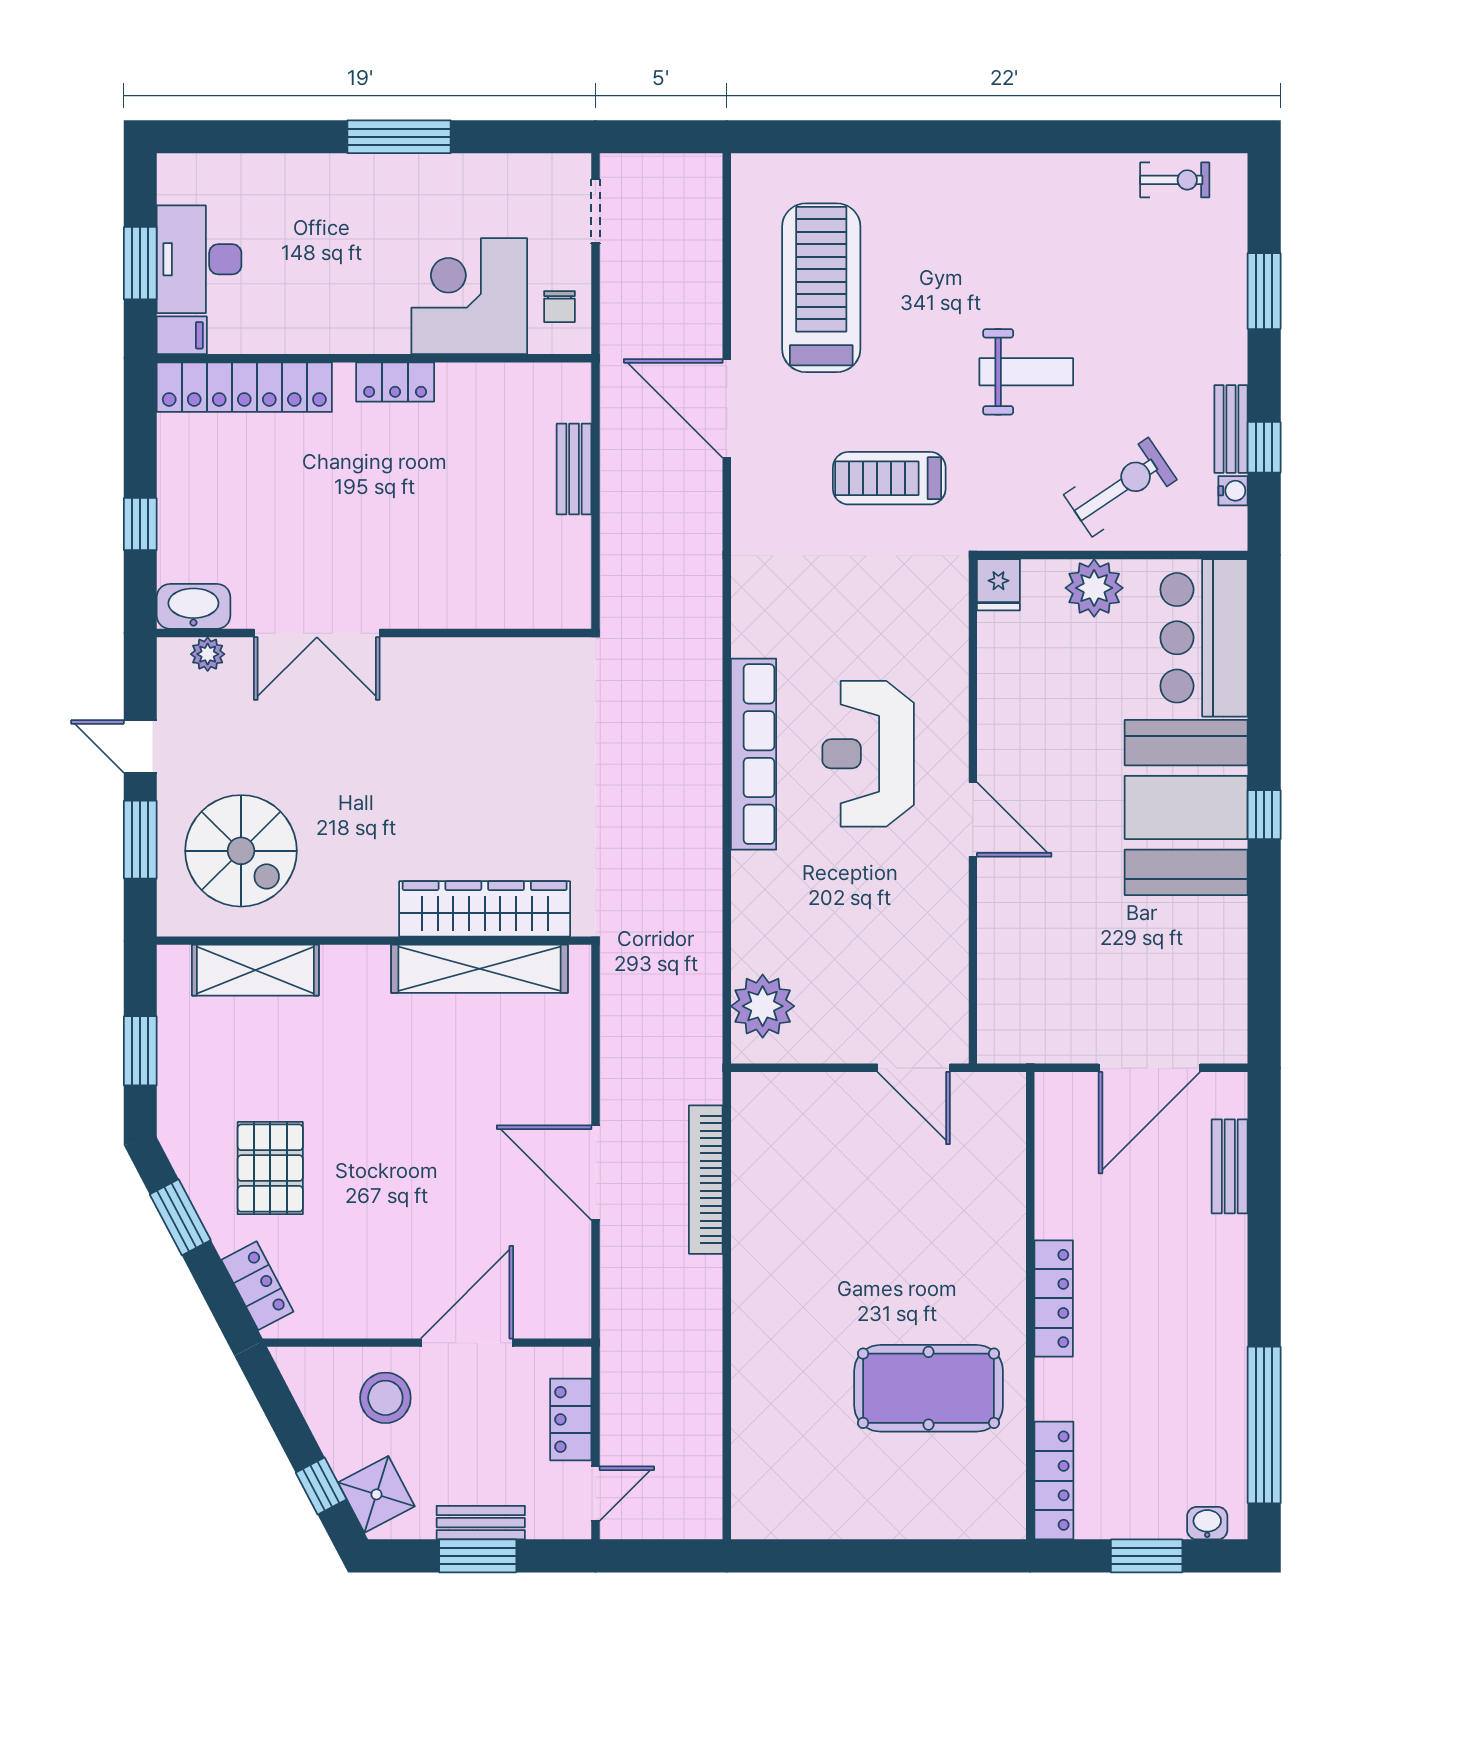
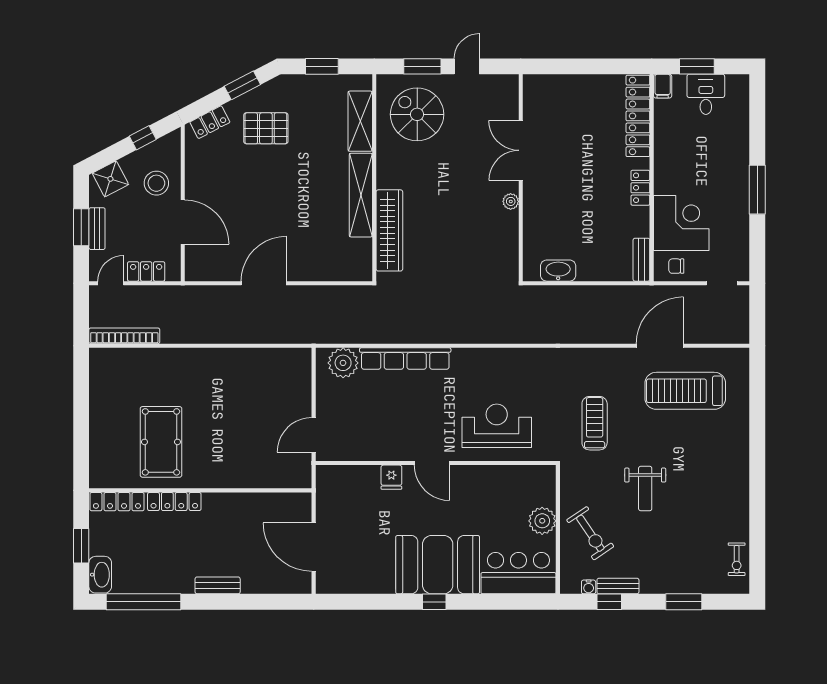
desk: (199, 259) -> (706, 94), width x0.73
treadmill: (821, 288) -> (685, 391), turned 180
door: (727, 409) -> (660, 346), moved
bench: (574, 469) -> (641, 260), moved, turned 90
window: (140, 524) -> (573, 66), removed
fridge: (998, 585) -> (391, 477), moved, turned -90
washbasin: (193, 606) -> (558, 271), moved, turned -90
plant: (208, 654) -> (511, 201), moved
row of seats: (754, 754) -> (405, 359), moved
reception desk: (868, 754) -> (497, 426), moved
door: (973, 819) -> (432, 463), hinge flipped
spiral stairs: (241, 851) -> (417, 114), turned 90
shelving: (480, 969) -> (361, 195), moved
bench: (1230, 1166) -> (218, 585), moved
bookcase: (706, 1180) -> (124, 336), moved
locker: (1054, 1298) -> (174, 502), moved
window: (321, 1486) -> (143, 138), moved
door: (596, 1494) -> (111, 283), swing flipped
washbasin: (1207, 1523) -> (100, 575), width x1.91, depth x1.45

